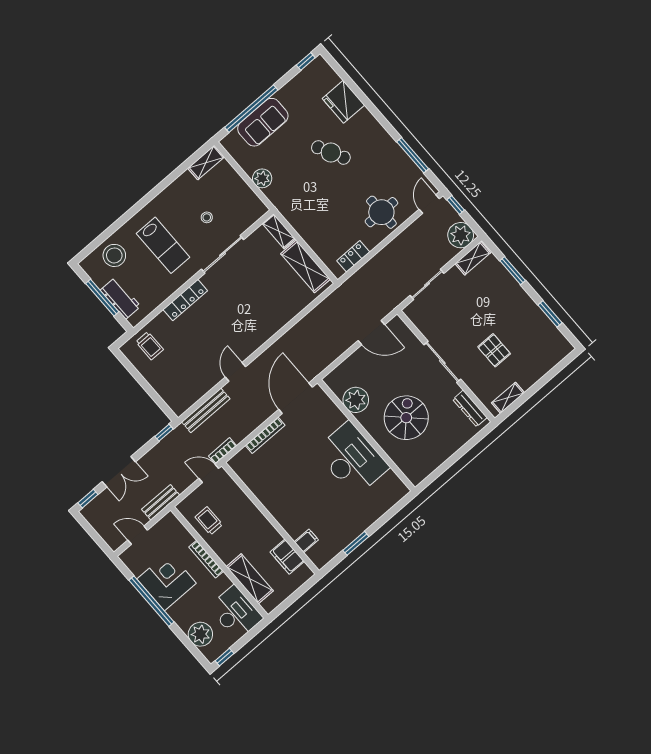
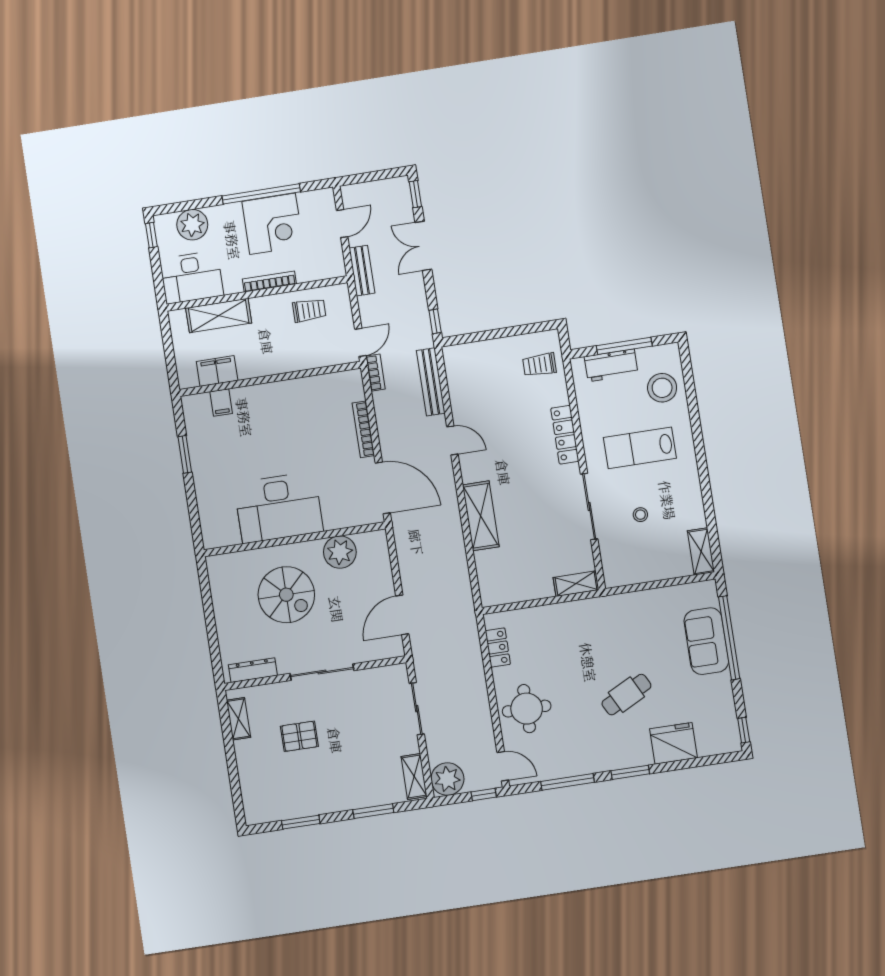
window: (380, 118) -> (630, 772), added
plant: (262, 178) -> (645, 602), removed
shelving: (306, 266) -> (481, 516), moved, turned 90

